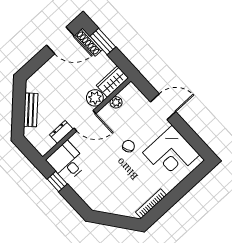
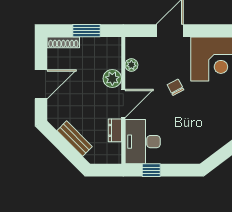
door: (60, 40) -> (41, 84), moved
window: (103, 42) -> (87, 31), moved
wardrobe: (112, 82) -> (112, 53), removed
desk: (67, 162) -> (143, 142), width x1.37

